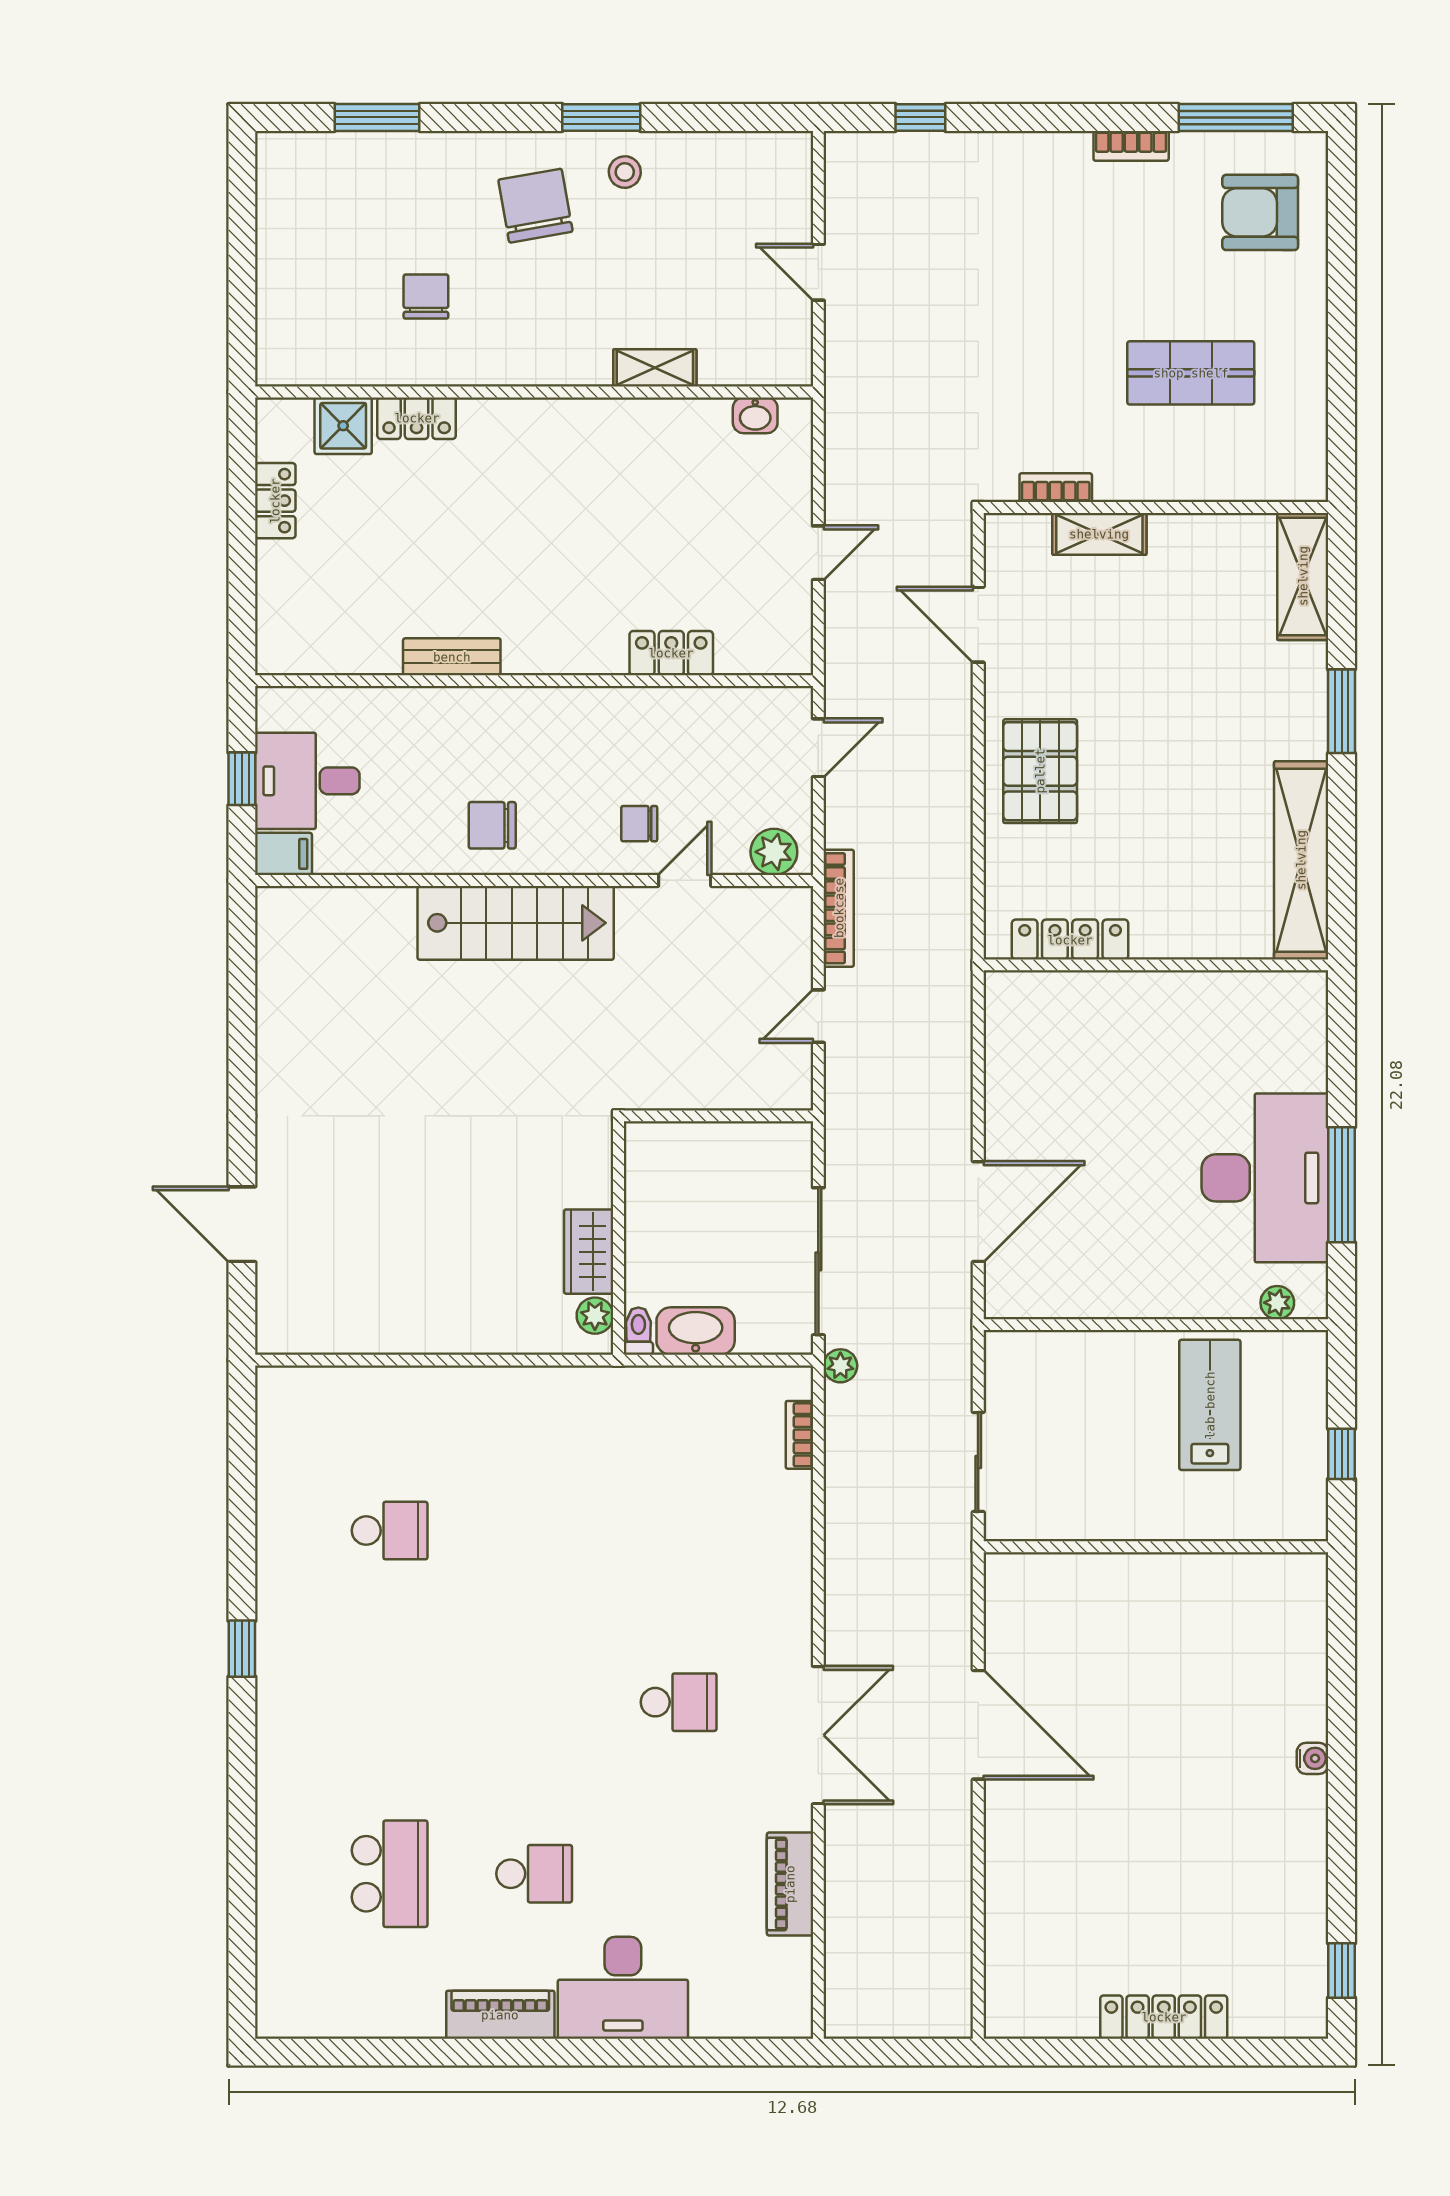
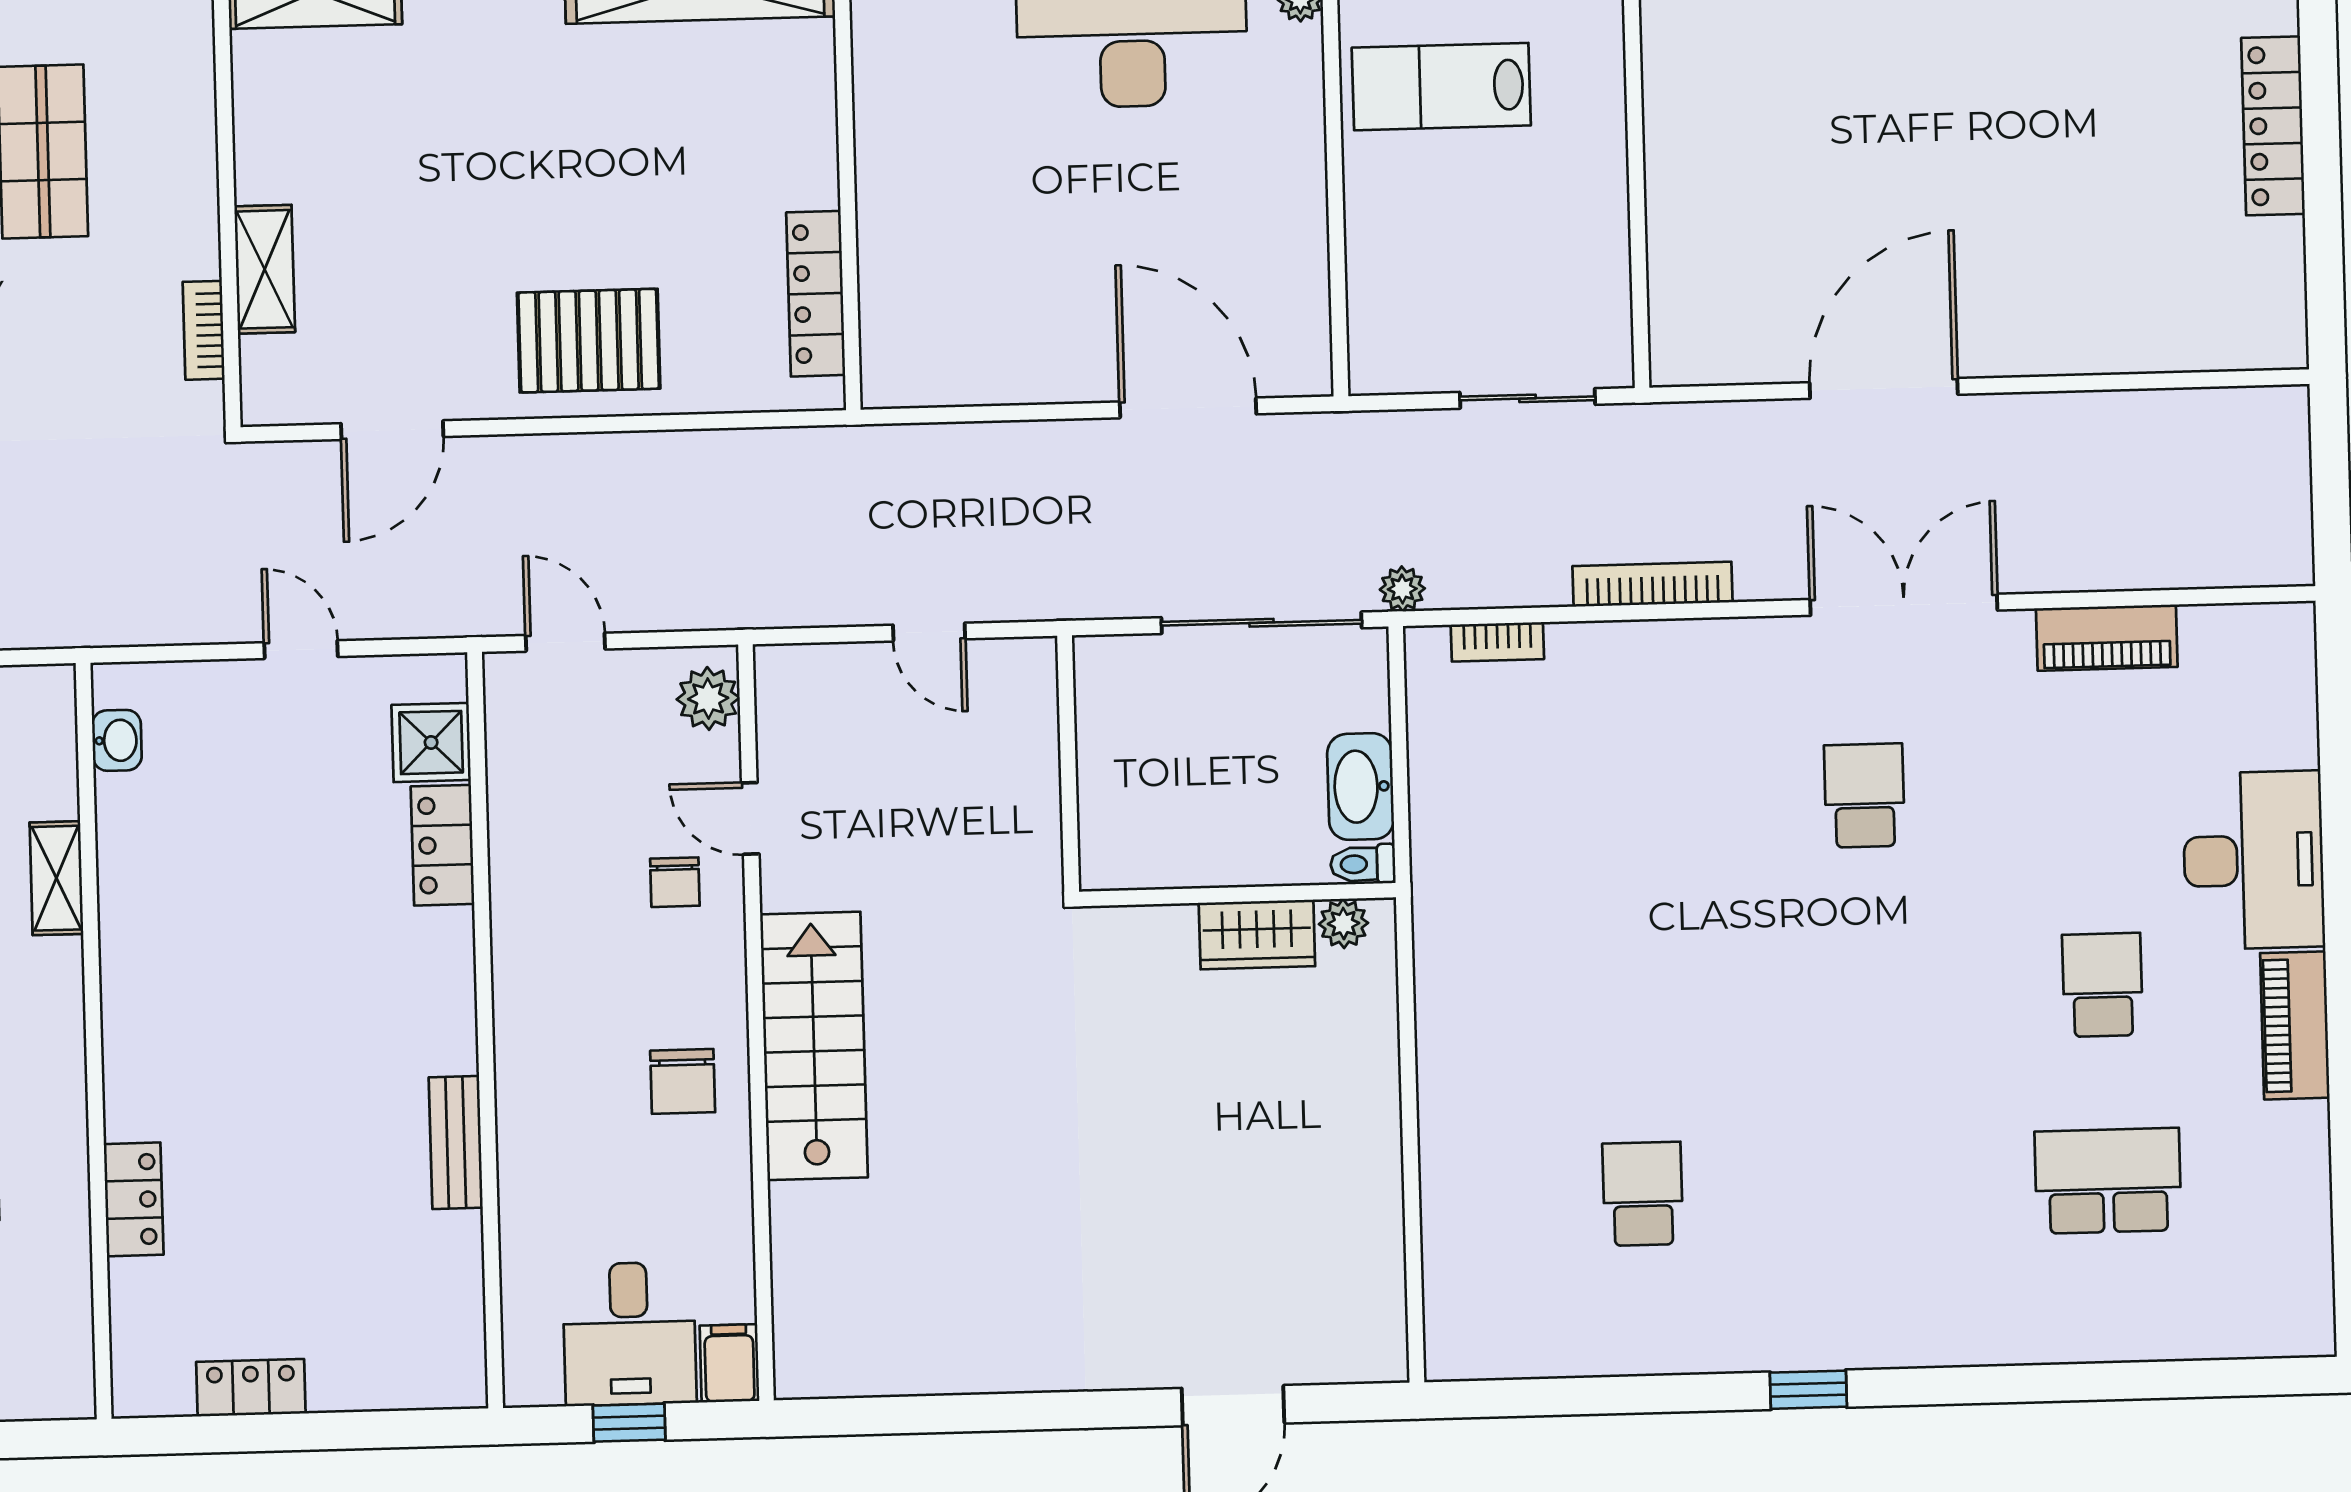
shower: (343, 426) -> (431, 742), moved
bookcase: (839, 908) -> (1652, 584), moved

